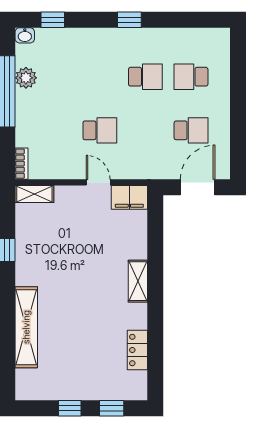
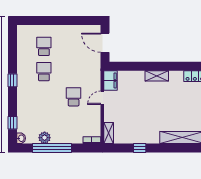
school desk: (191, 77) -> (44, 46), turned 180
school desk: (191, 130) -> (74, 46), removed

